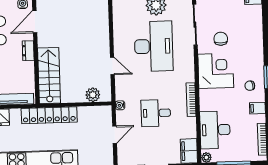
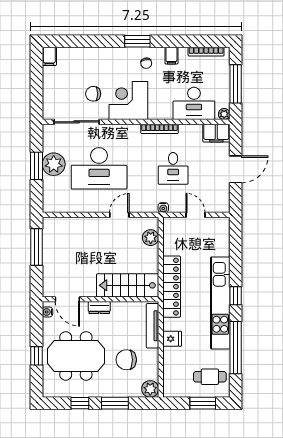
desk: (154, 46) -> (99, 168), turned 180

